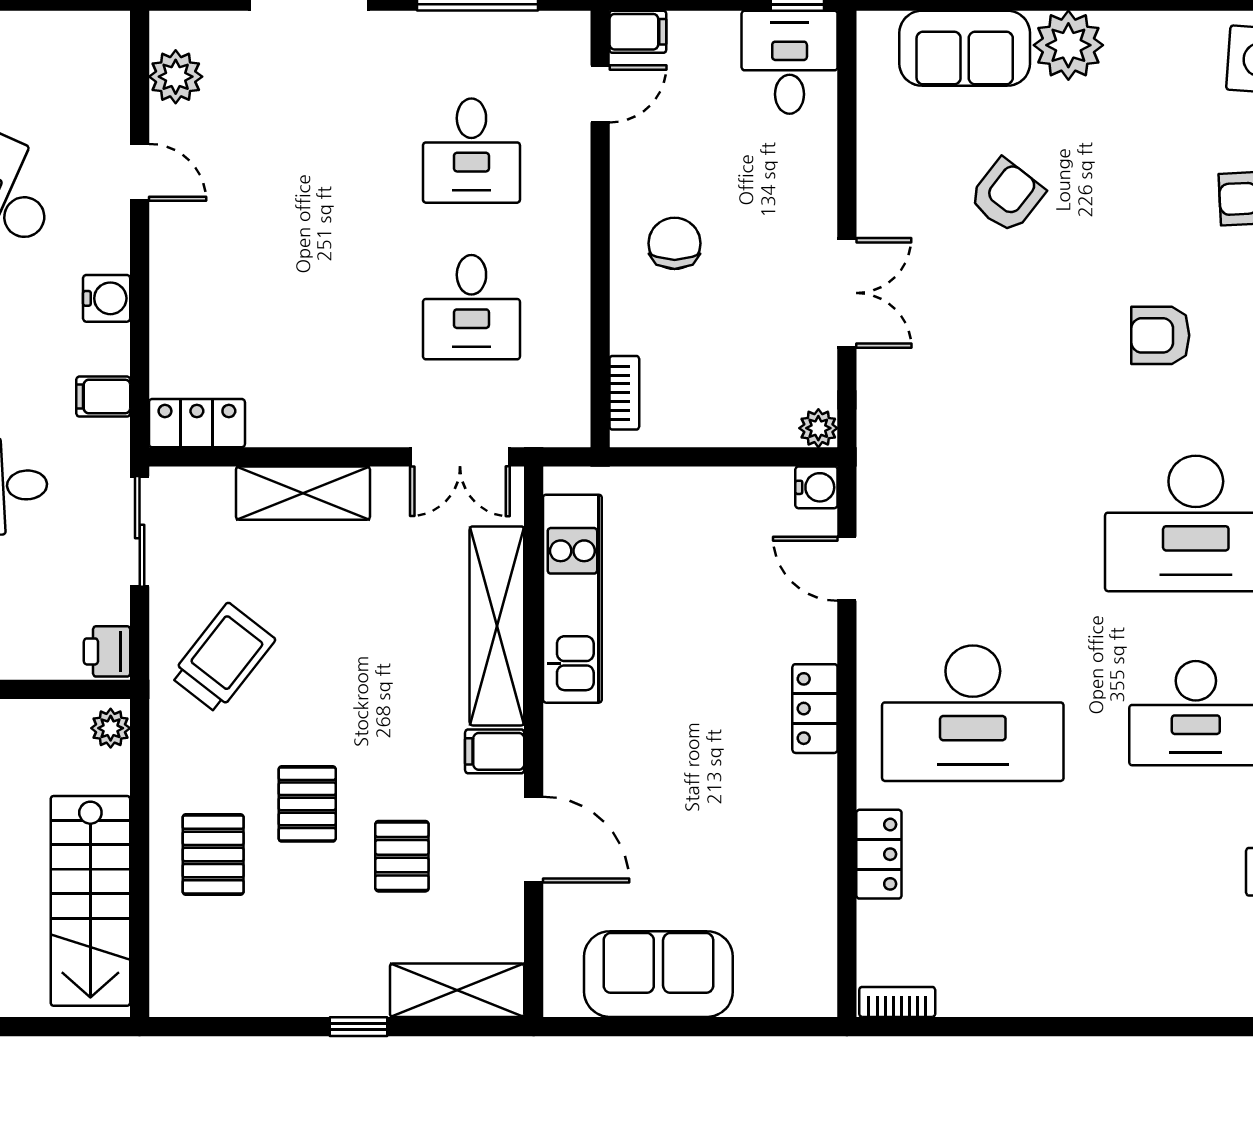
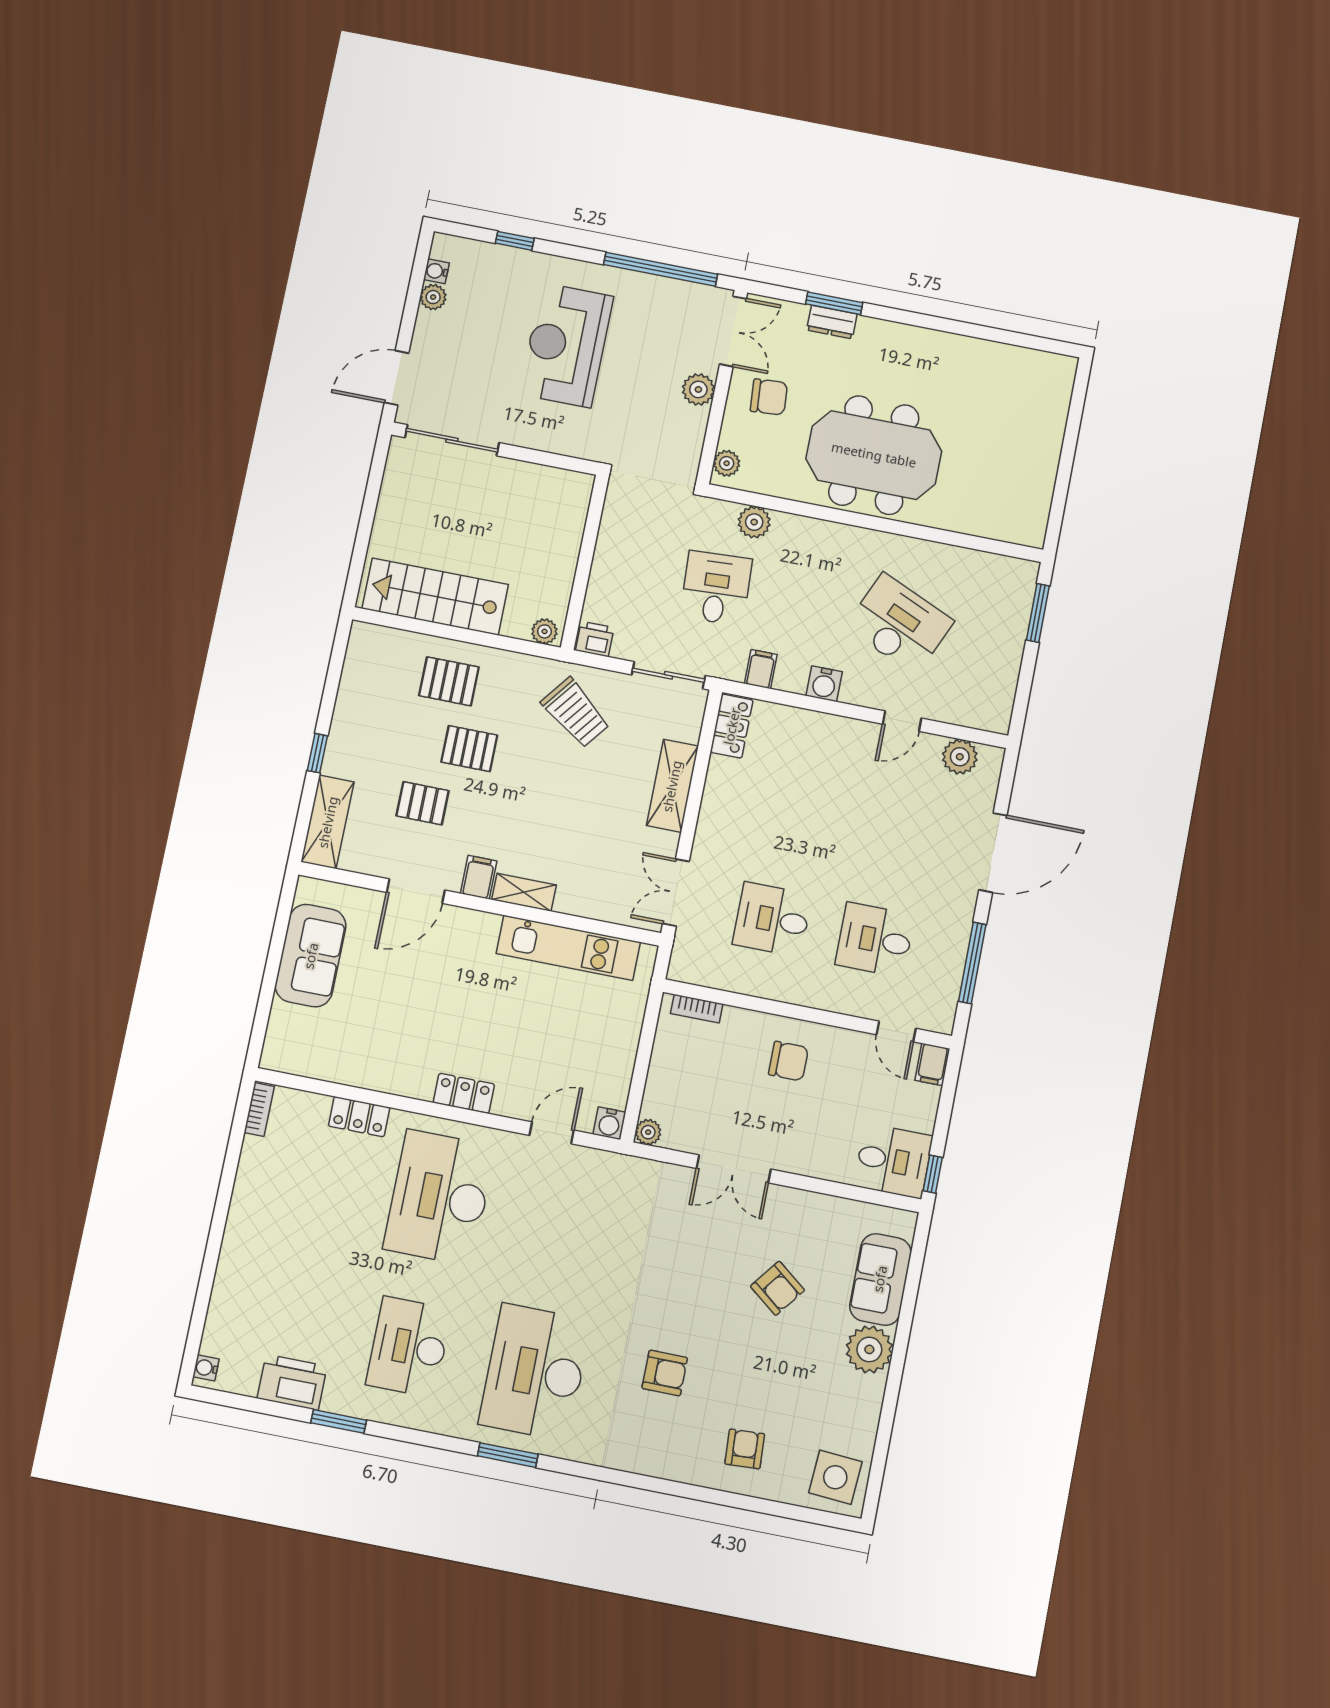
armchair: (1160, 335) -> (665, 1373), turned 90
shelving: (497, 626) -> (524, 892), width x0.45, depth x0.75

